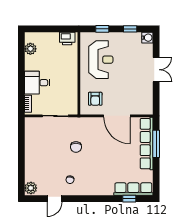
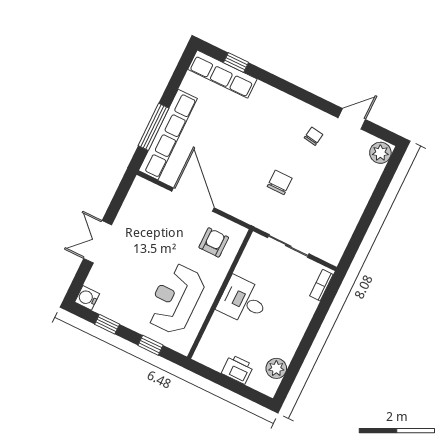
printer: (67, 38) -> (238, 369), moved
desk: (37, 83) -> (243, 301), moved, turned 180

